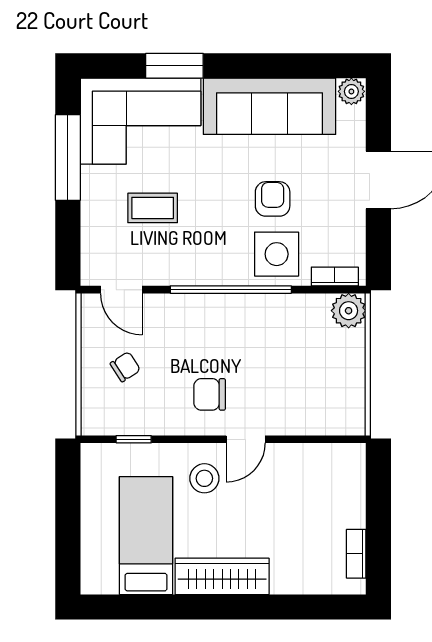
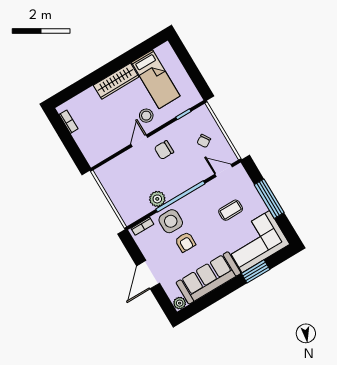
window: (68, 157) -> (269, 199), moved
plant: (349, 311) -> (157, 199), moved
chair: (210, 394) -> (164, 150), turned 180

